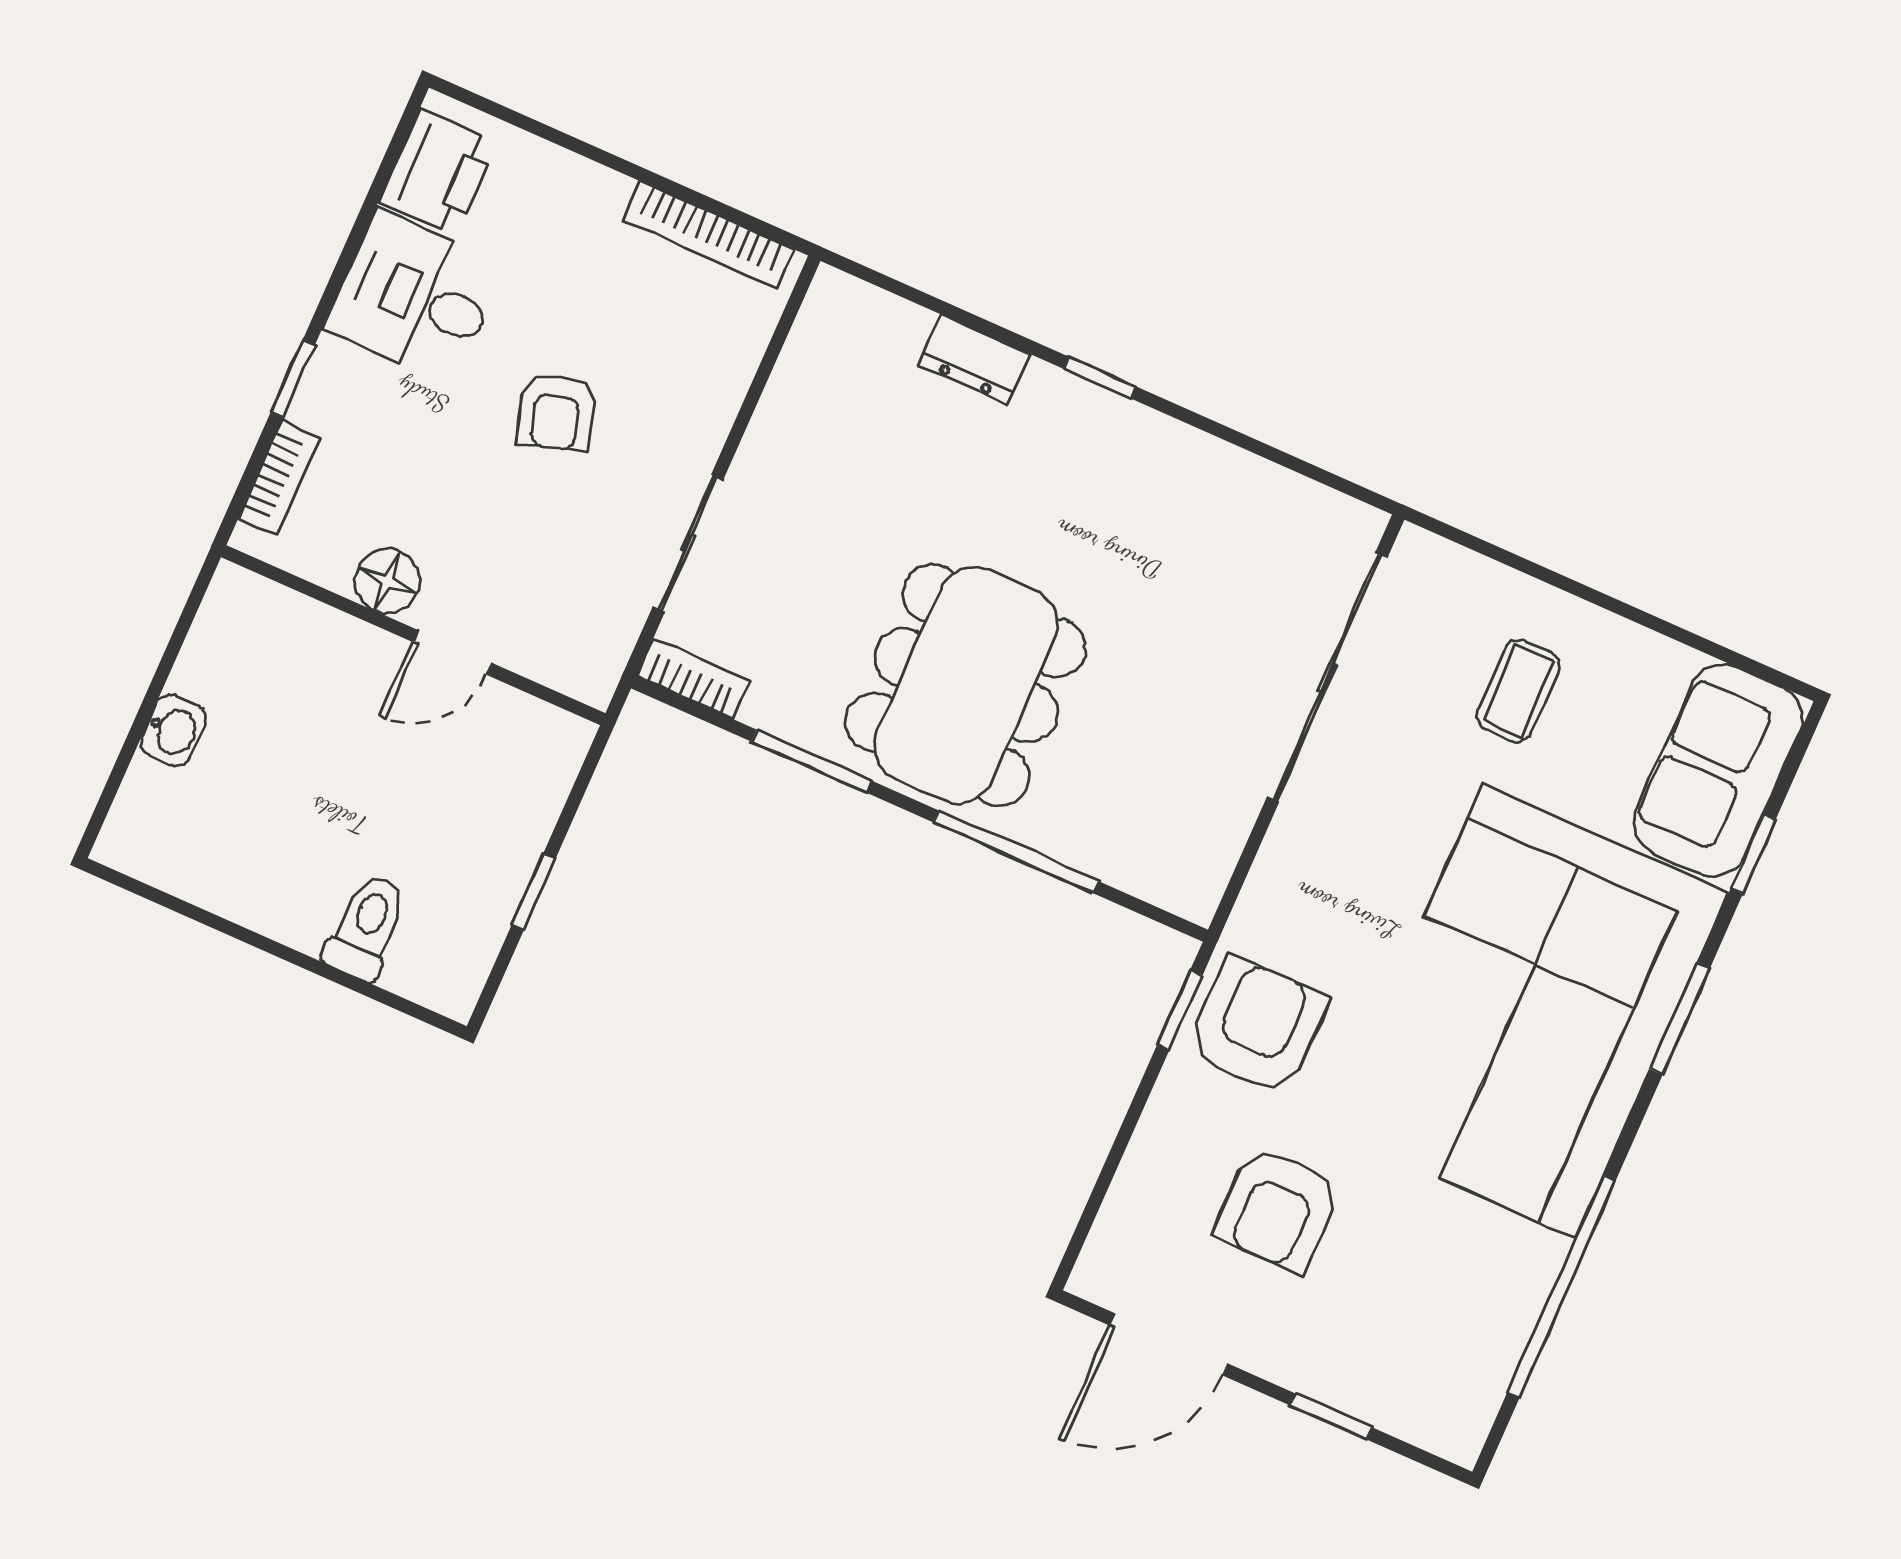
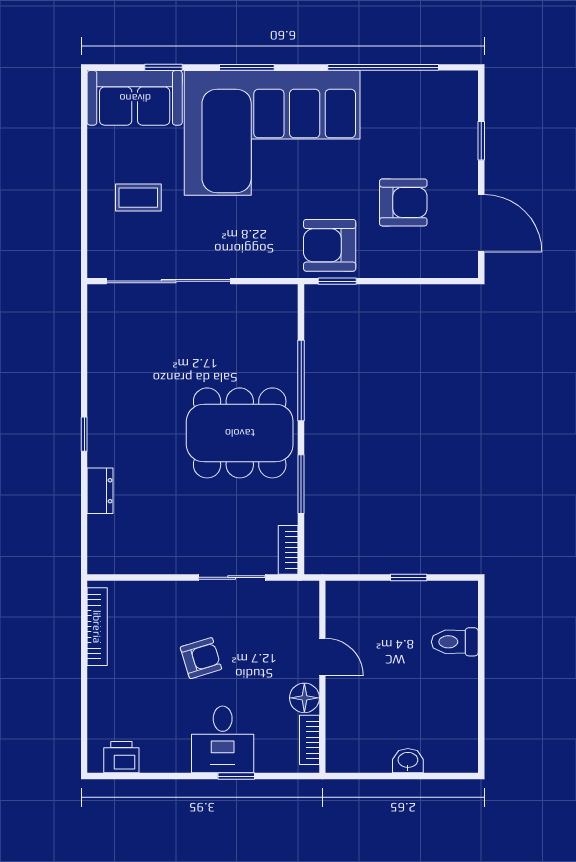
printer: (438, 172) -> (121, 757), width x0.73, depth x0.81
desk: (415, 297) -> (223, 739), moved
bookcase: (279, 478) -> (309, 740), moved, turned -90

